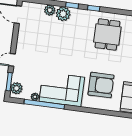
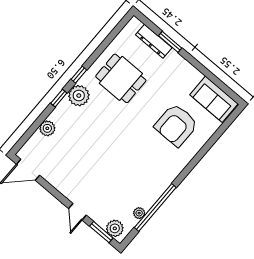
plant: (63, 14) -> (79, 96), moved
armchair: (101, 85) -> (176, 125), turned 180
corner sofa: (62, 89) -> (151, 175), removed

